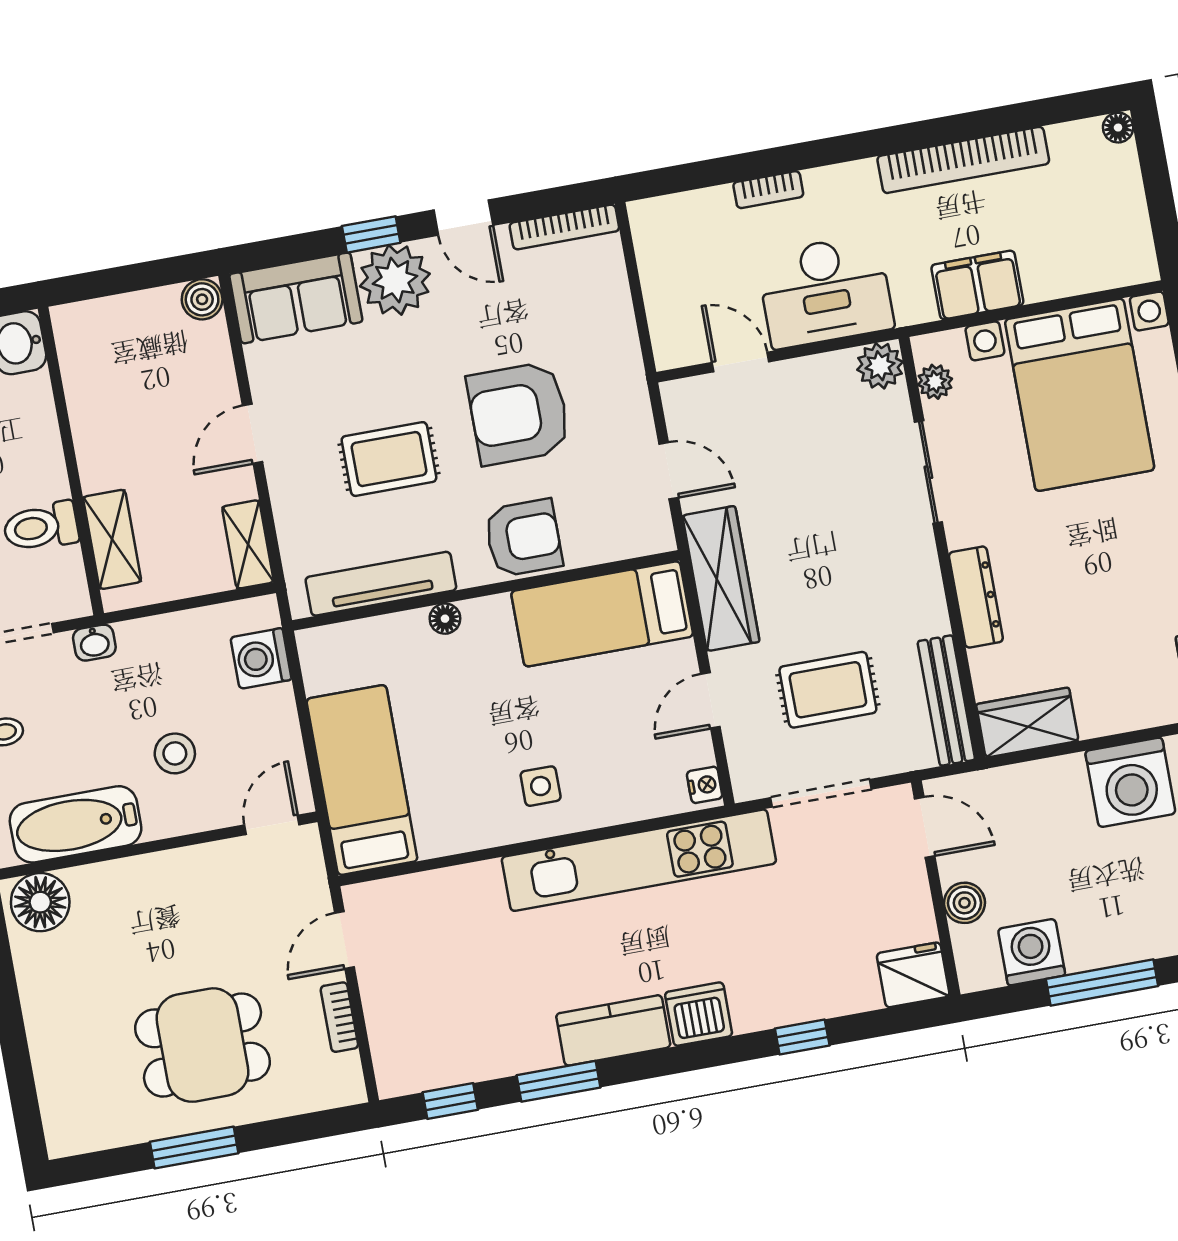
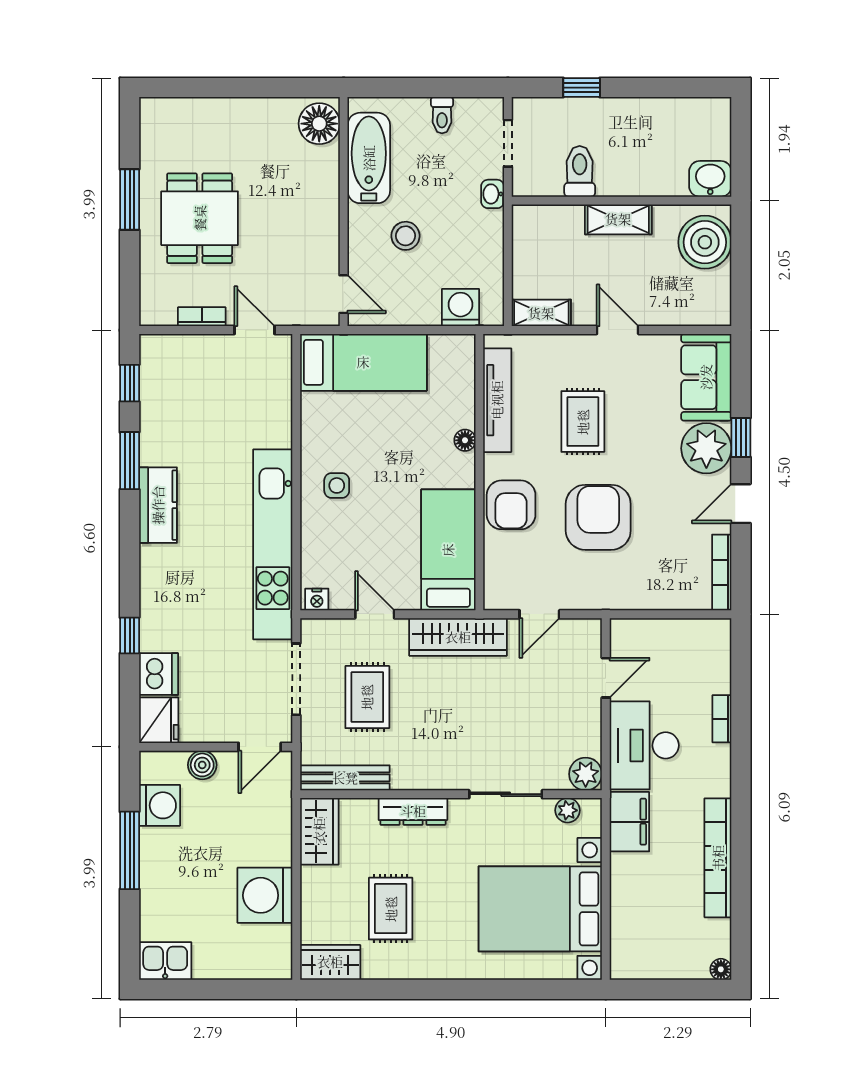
filing cabinet: (977, 285) -> (629, 822), moved
boiler: (202, 299) -> (705, 242), moved, width x1.86, depth x1.86
shelving: (112, 539) -> (618, 219), moved
rug: (1117, 604) -> (391, 909), added
dishwasher: (699, 1014) -> (159, 674), moved

